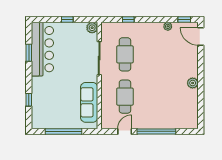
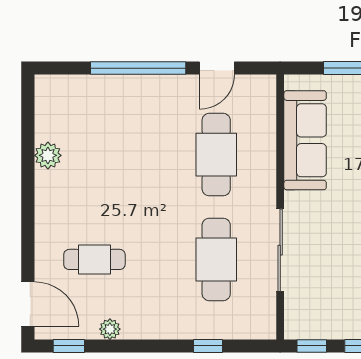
window: (86, 20) -> (312, 346), added
plant: (92, 28) -> (298, 326), removed
cafe table: (174, 54) -> (94, 259), added
plant: (193, 83) -> (48, 155), moved

